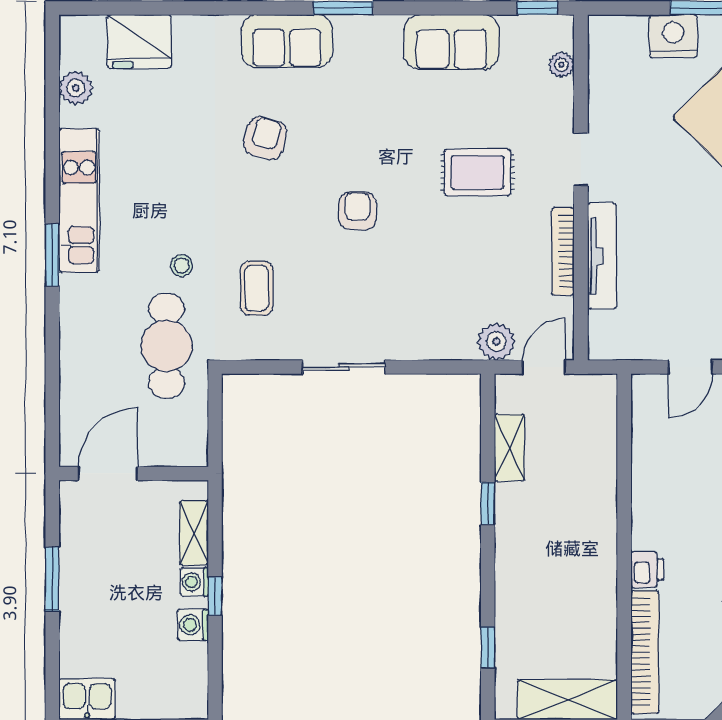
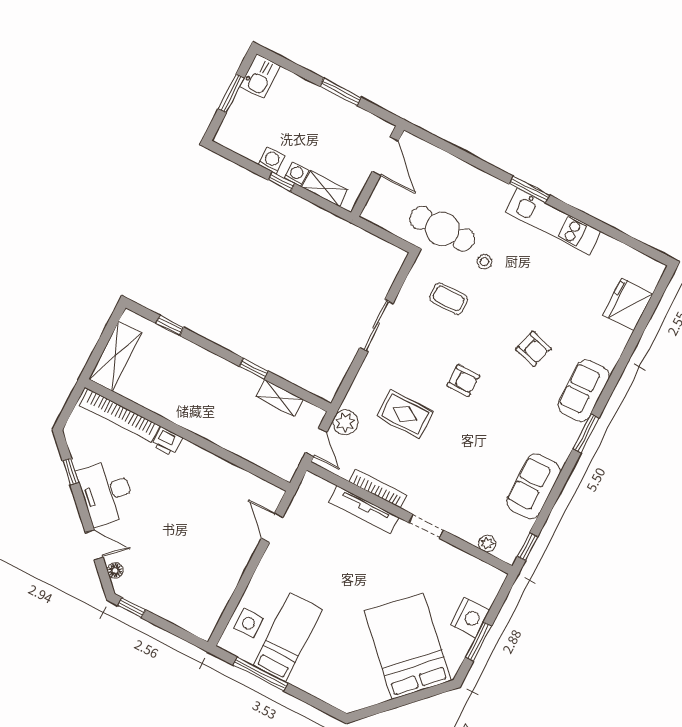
plant: (76, 88) -> (620, 253), removed
rug: (477, 172) -> (405, 414), moved, turned 90

